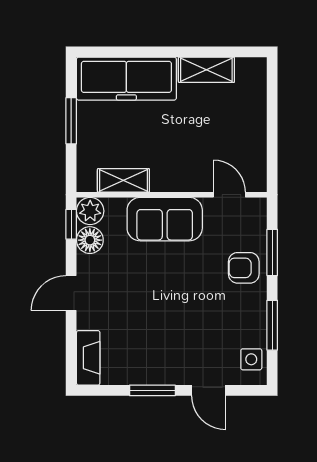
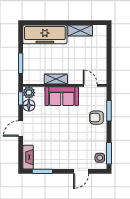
window: (71, 121) -> (21, 63), moved
shelving: (123, 180) -> (56, 79), moved
window: (272, 325) -> (109, 153), moved
window: (152, 390) -> (42, 171), moved
door: (209, 390) -> (81, 171), hinge flipped

